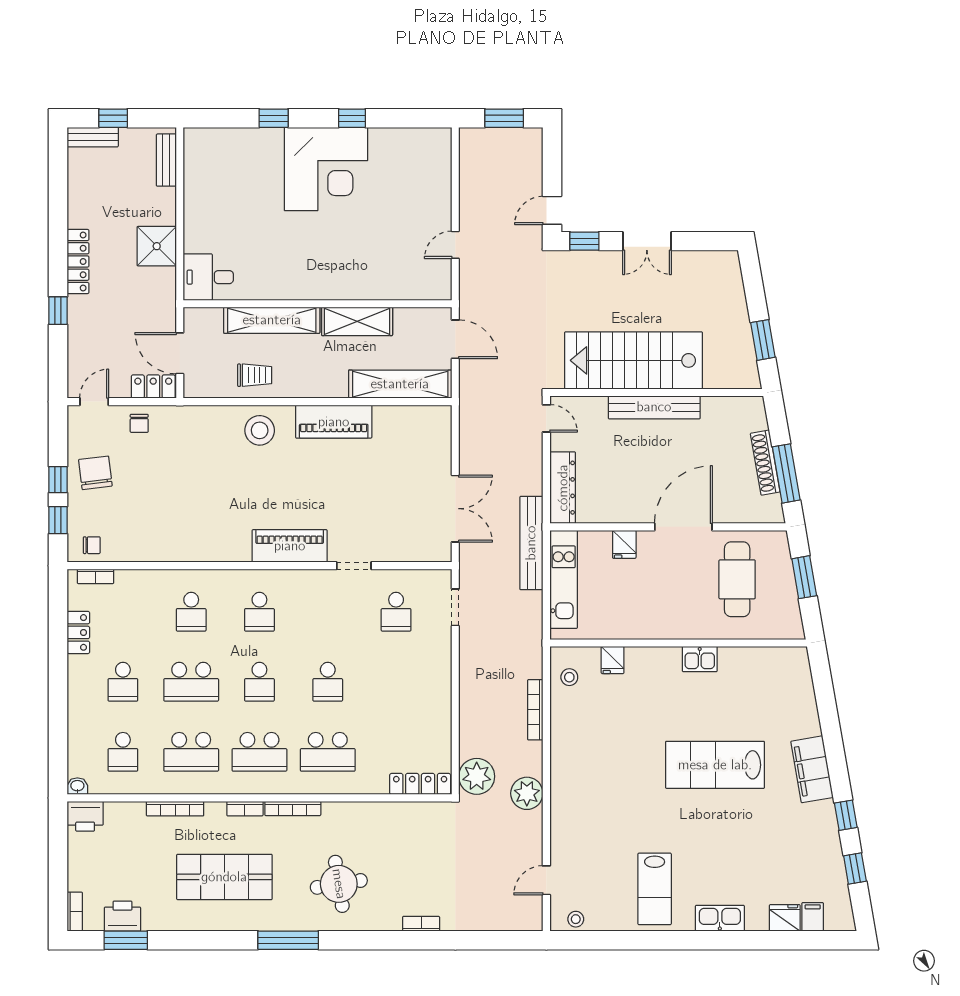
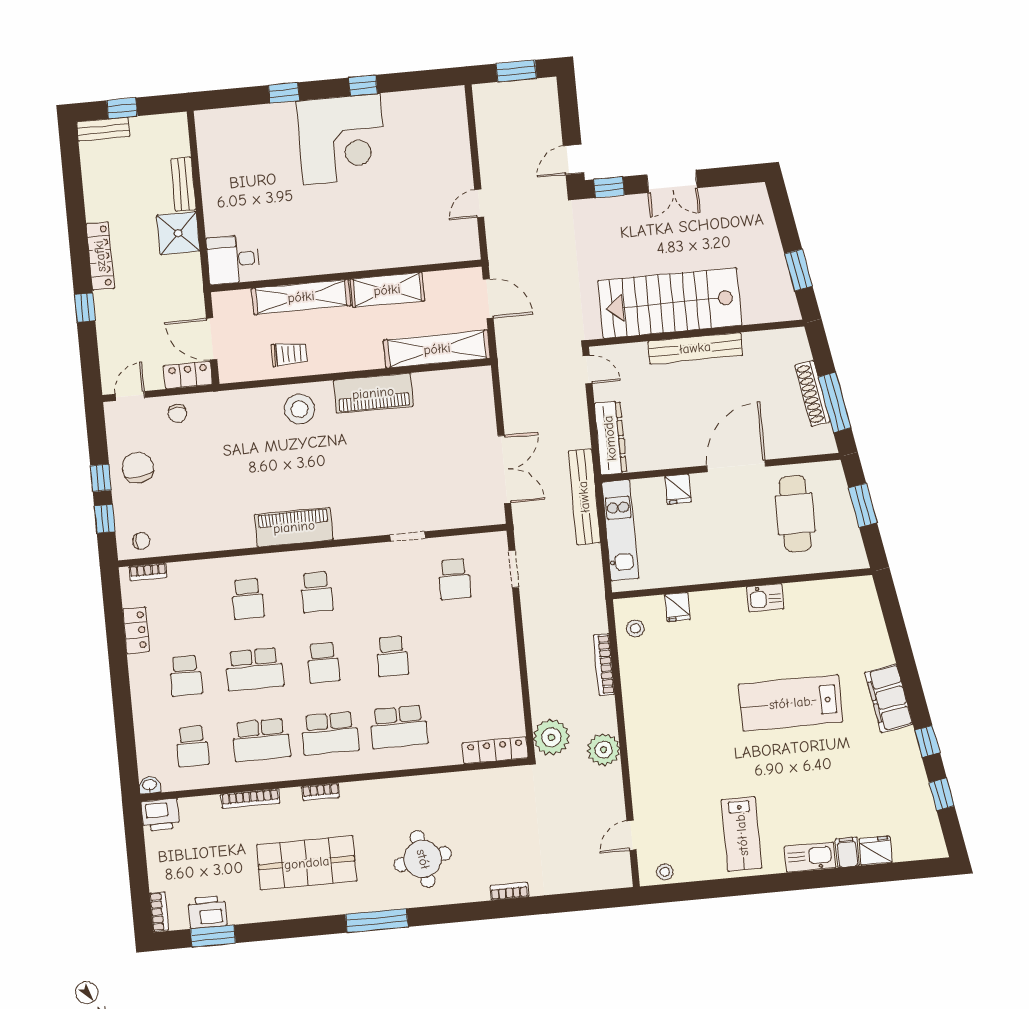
bench: (166, 160) -> (183, 184), moved
piano: (290, 546) -> (294, 527), moved
bookcase: (293, 808) -> (369, 787), removed
filing cabinet: (813, 917) -> (847, 852), moved

